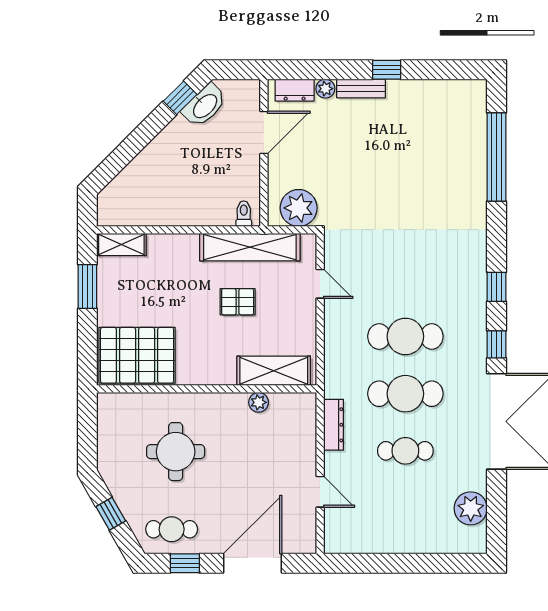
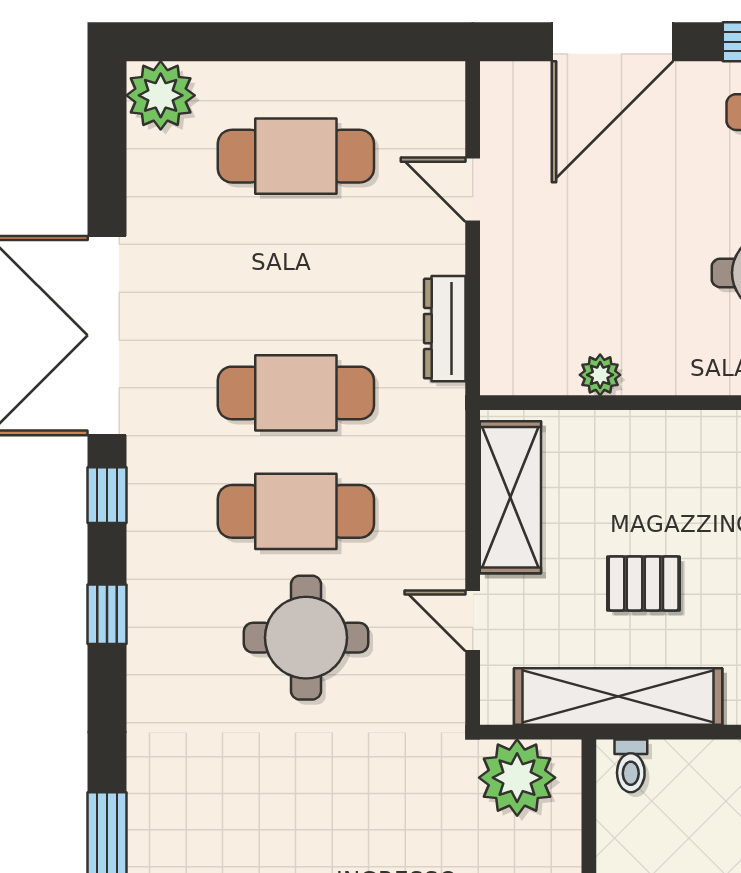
round table: (401, 276) -> (306, 638), added
shelving: (274, 371) -> (510, 497), moved, turned 90
cafe table: (405, 451) -> (296, 156), moved, width x1.37, depth x1.35
plant: (471, 508) -> (161, 95), moved

